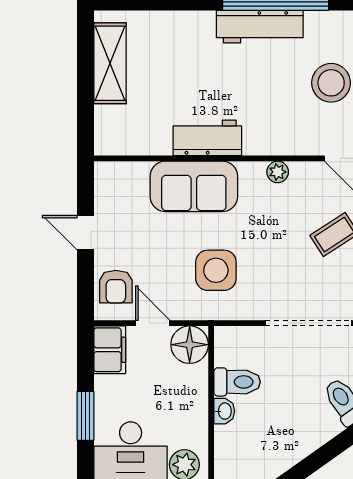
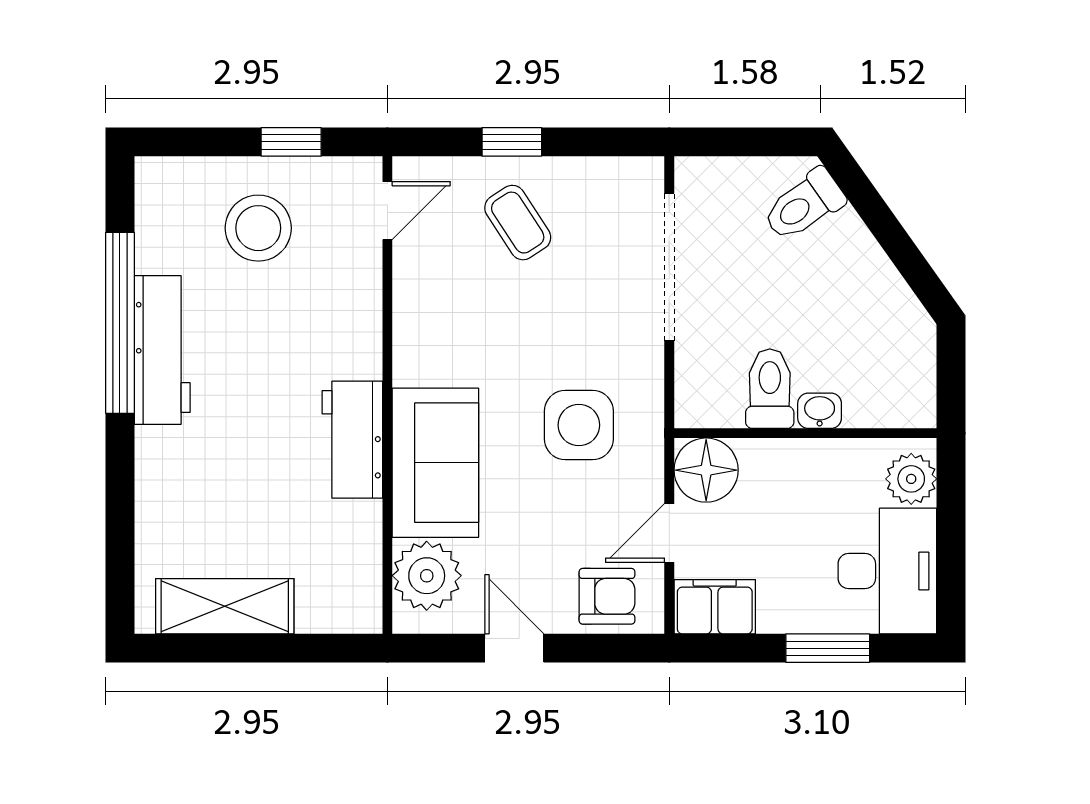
plant: (278, 172) -> (427, 576), moved, width x1.87, depth x1.87
door: (85, 233) -> (514, 648), swing flipped

